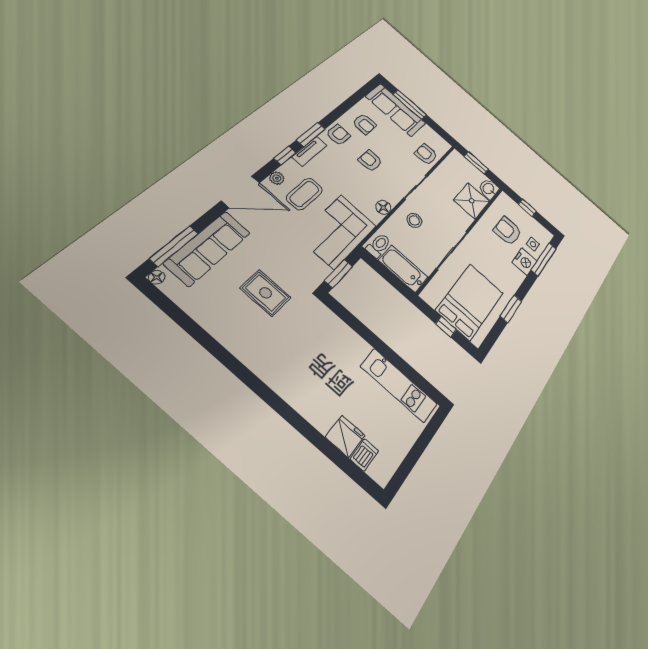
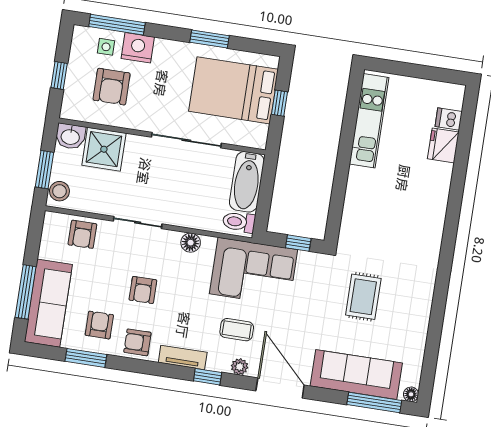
window: (311, 134) -> (86, 358), moved
coffee table: (304, 194) -> (237, 330), width x0.73, depth x0.77
stool: (414, 220) -> (59, 191), moved
window: (339, 274) -> (298, 243), width x0.67

